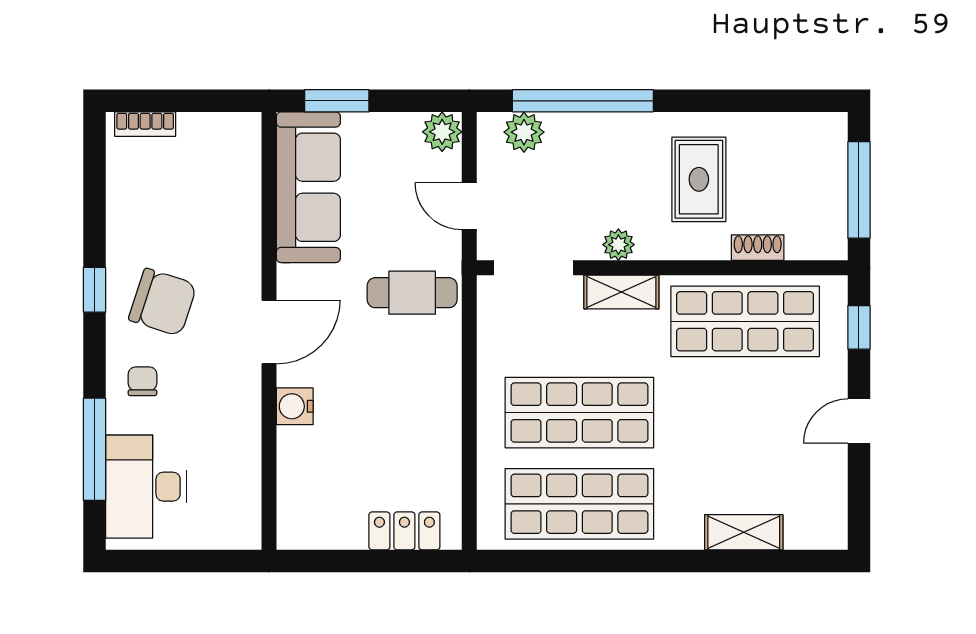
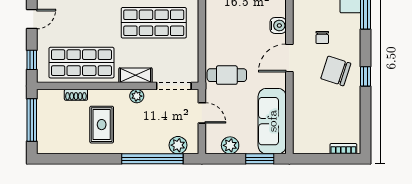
plant: (442, 132) -> (230, 145), moved
chair: (143, 381) -> (322, 37), moved

